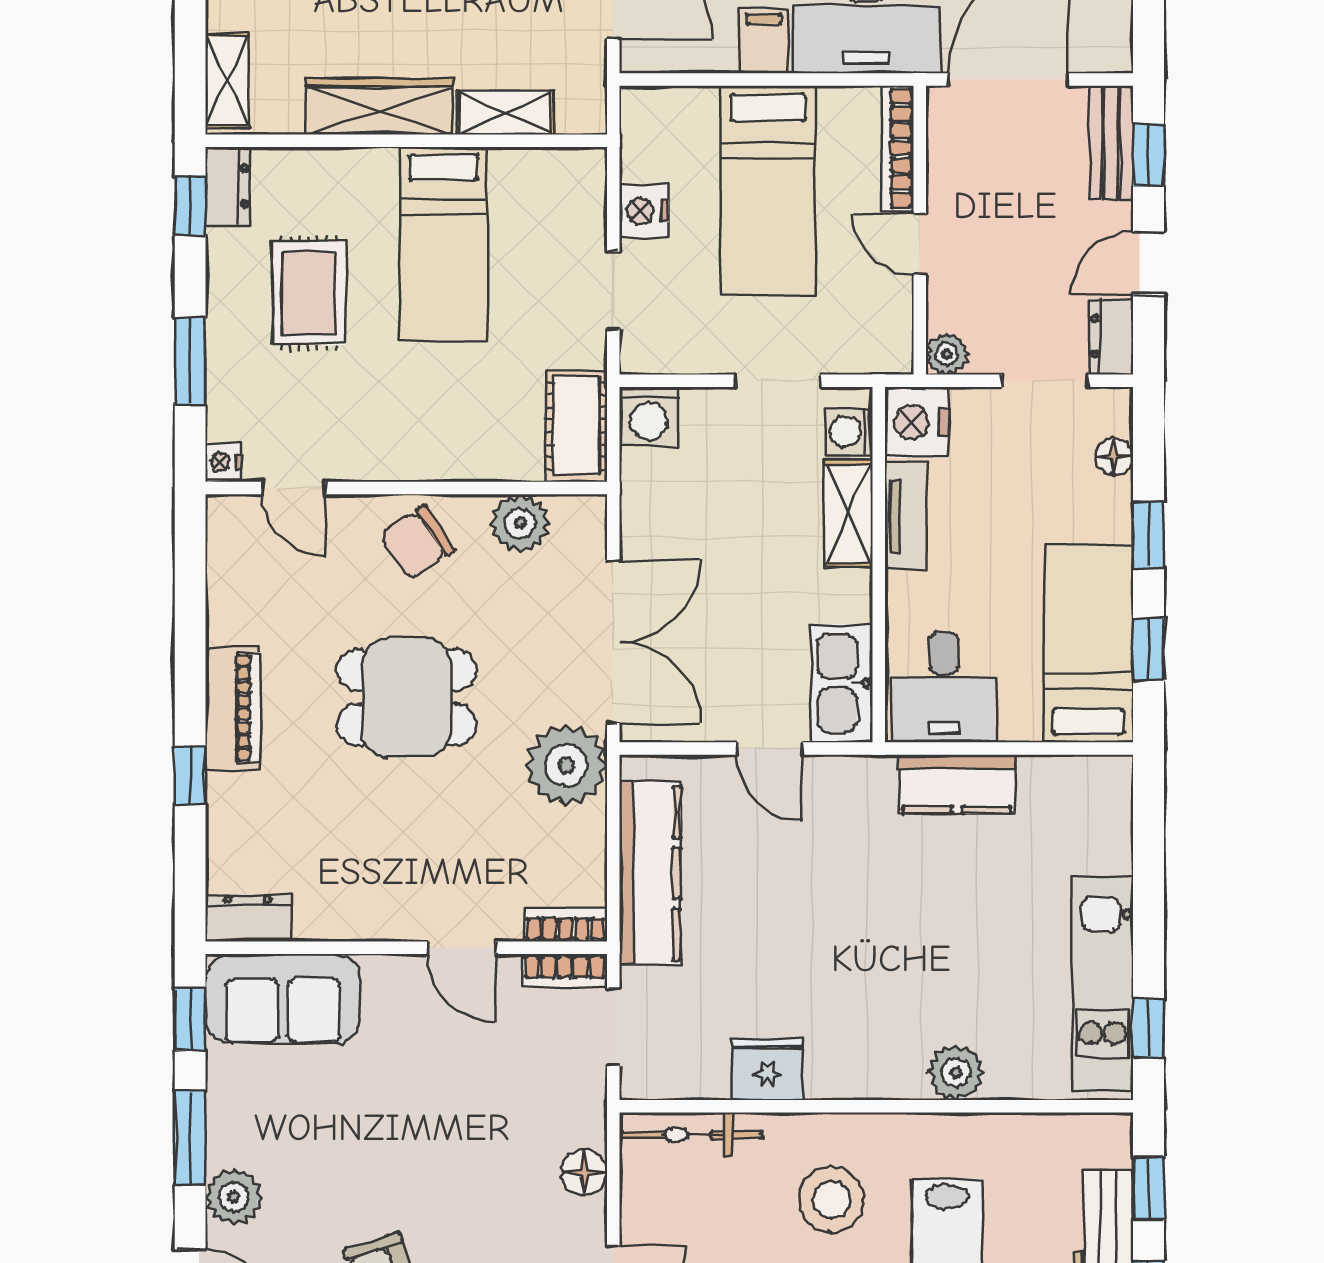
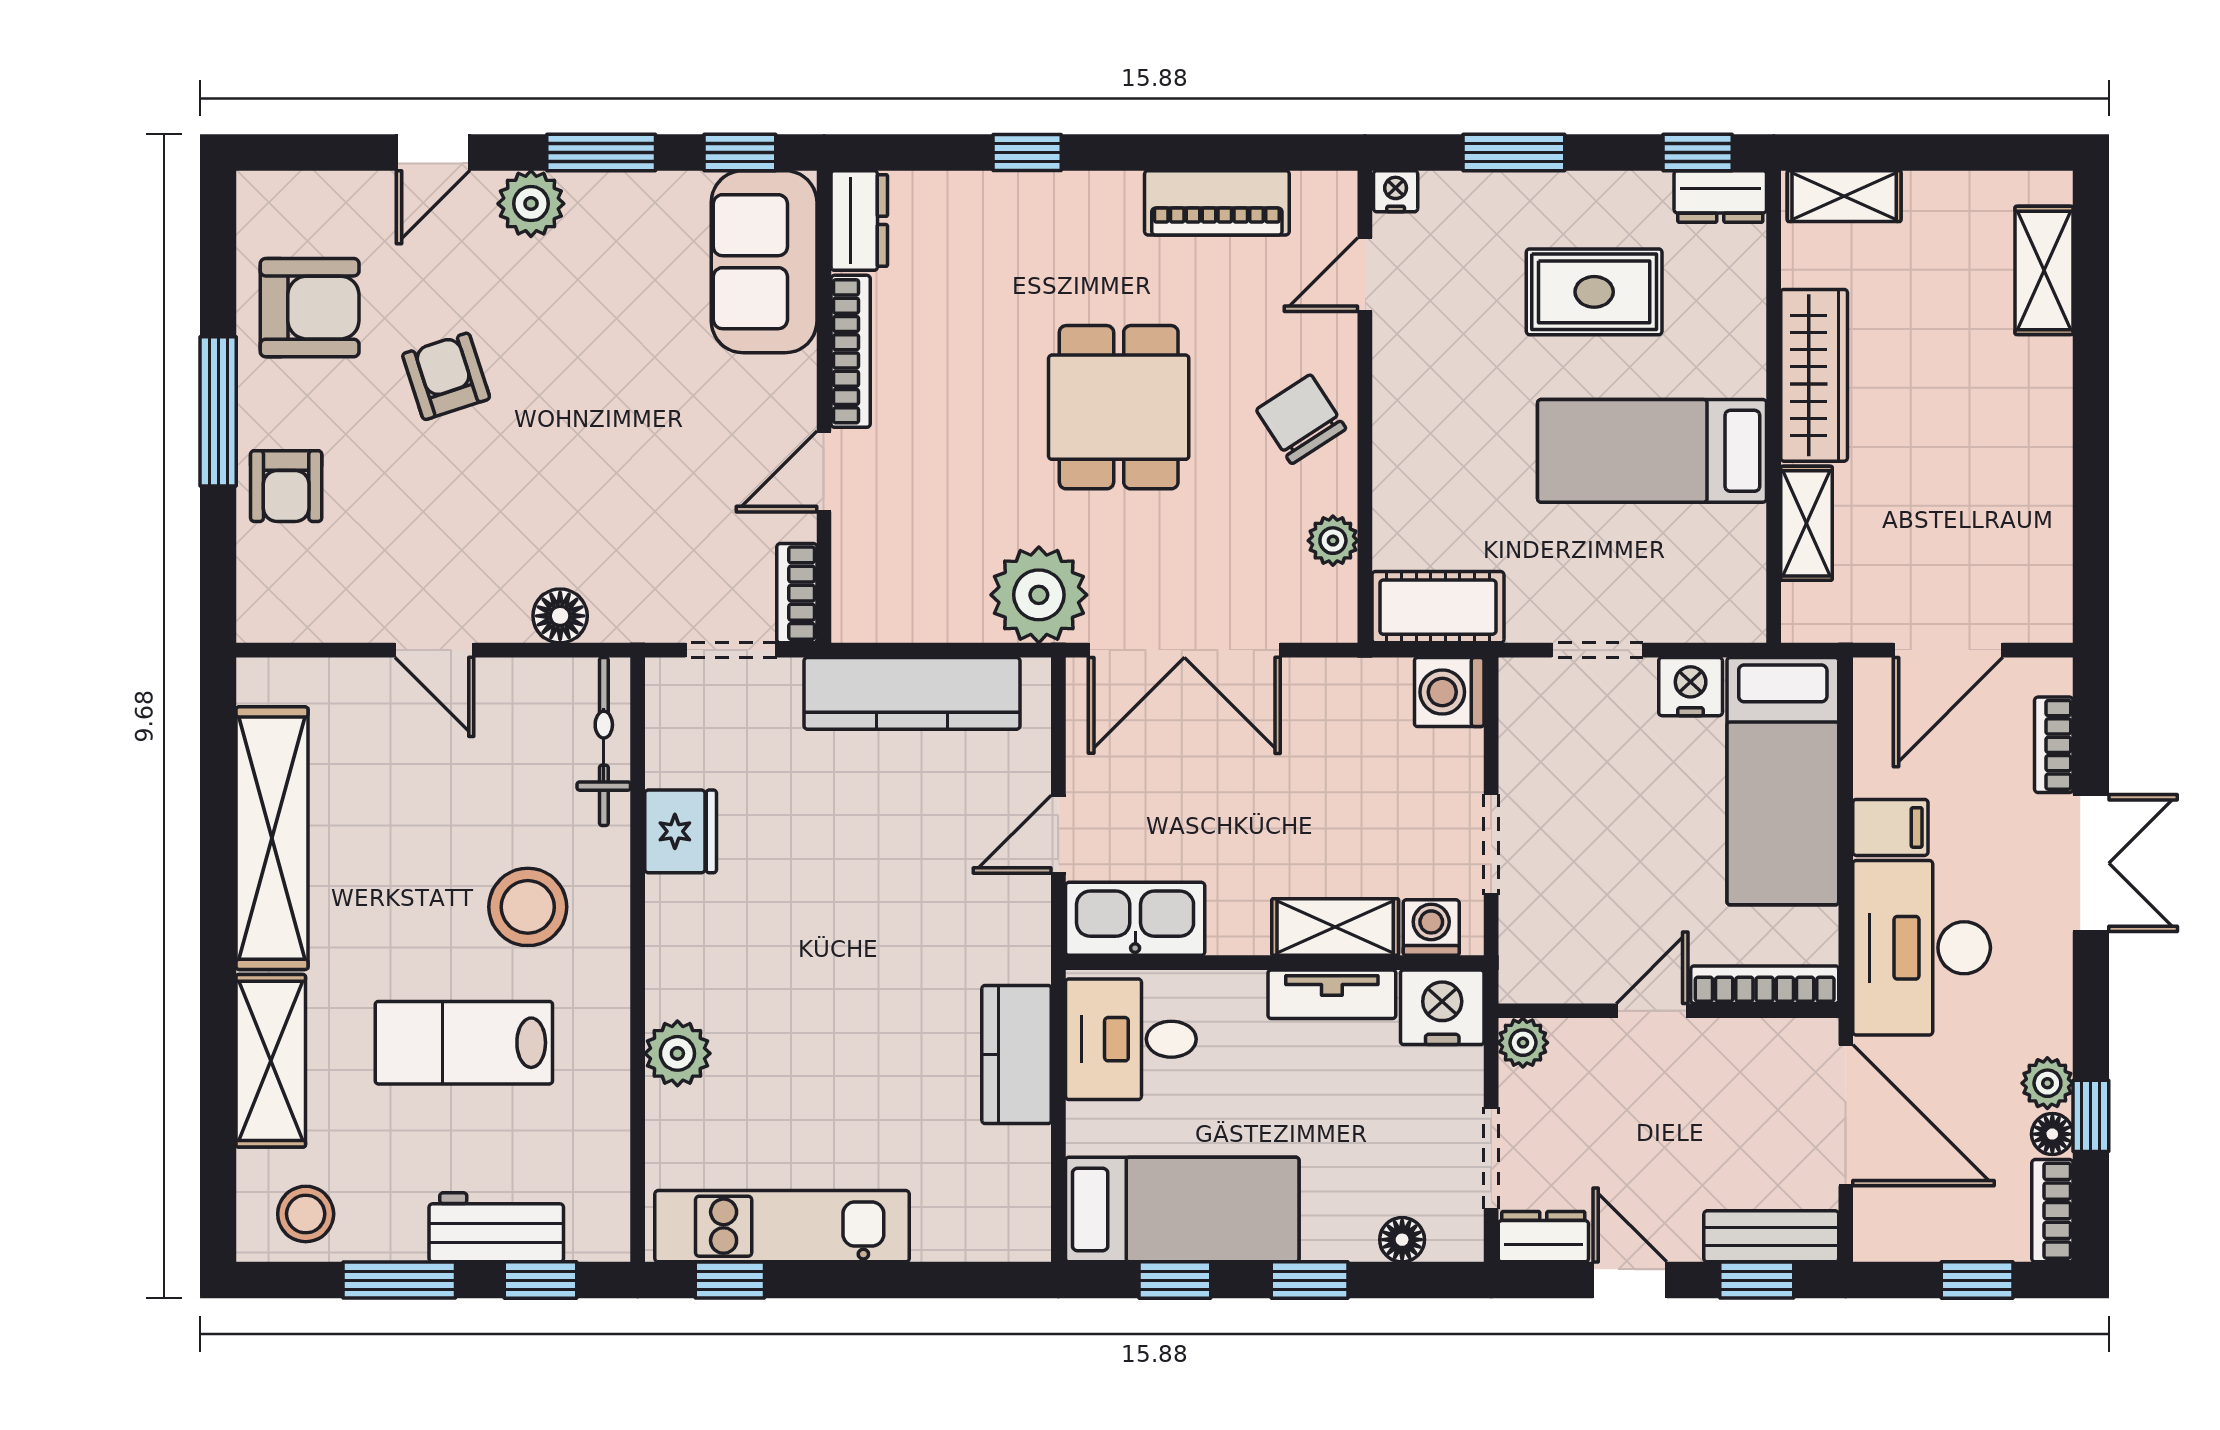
bed: (768, 191) -> (1783, 781), moved, turned -90
plant: (520, 523) -> (1333, 541), width x0.73, depth x0.73
piano: (233, 708) -> (1217, 203), moved
bookcase: (566, 925) -> (851, 351), moved, width x1.56

